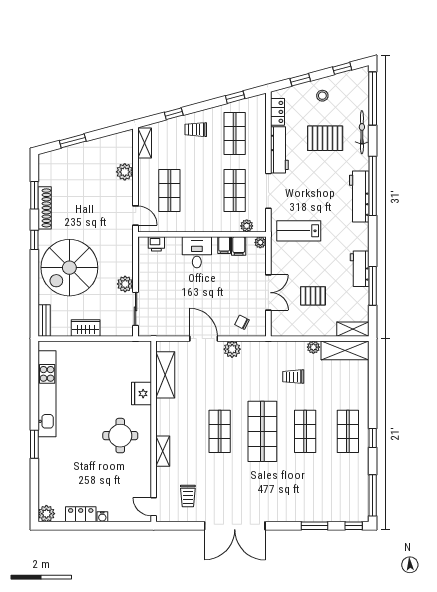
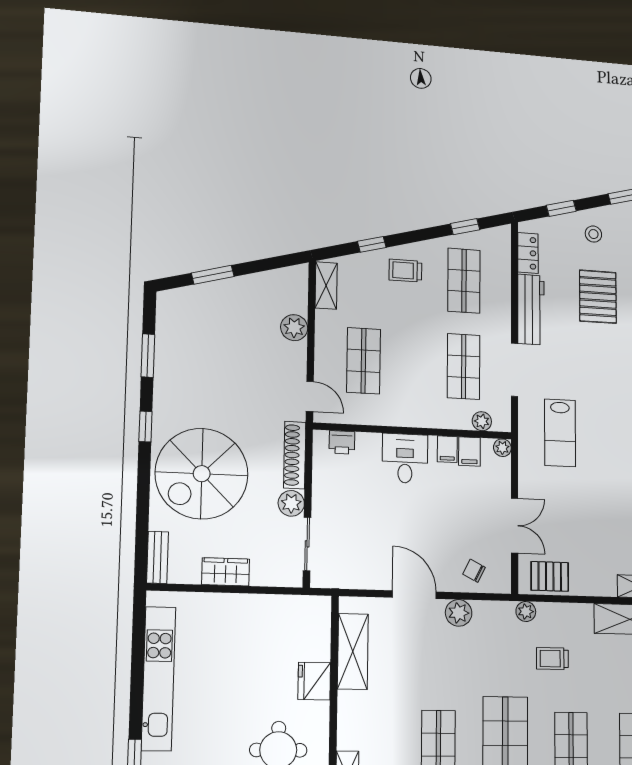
pallet: (325, 138) -> (598, 297), turned 90
shoe rack: (45, 208) -> (295, 455), moved, turned 180
lab bench: (299, 231) -> (560, 433), turned -90
pallet: (313, 296) -> (550, 576), moved
plant: (313, 347) -> (526, 611), moved

